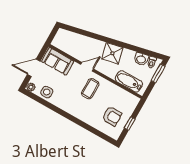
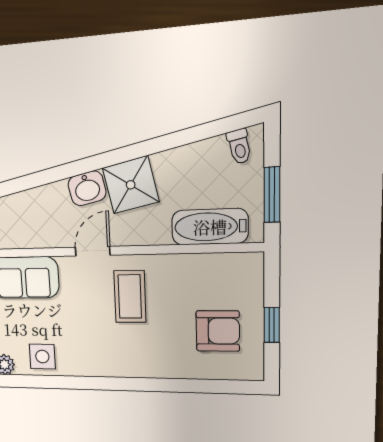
washbasin: (141, 59) -> (87, 188), moved
window: (158, 73) -> (272, 195), moved

